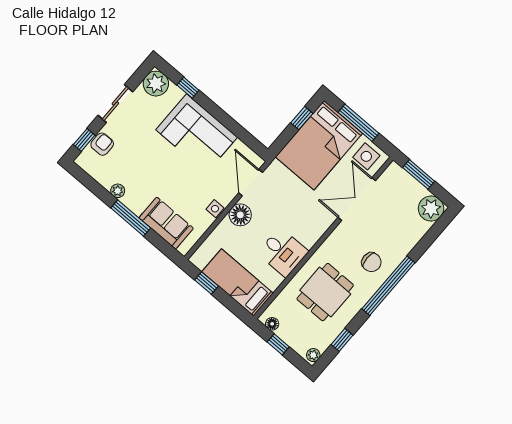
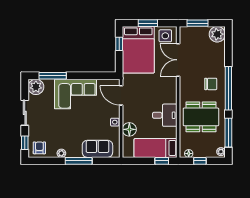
window: (188, 88) -> (53, 76), width x2.17
window: (358, 123) -> (148, 23), width x0.69
armchair: (102, 144) -> (39, 148), moved
floor lamp: (240, 215) -> (129, 129), moved
window: (206, 283) -> (162, 161), moved
dining table: (325, 292) -> (201, 117), width x1.38
window: (342, 340) -> (228, 133), width x2.17

